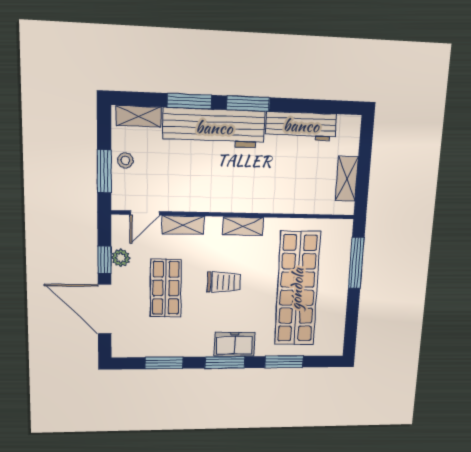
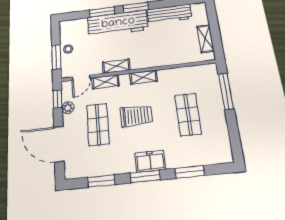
shelving: (139, 116) -> (116, 66), moved
window: (104, 260) -> (58, 99), moved
trolley: (224, 282) -> (136, 116), width x1.36, depth x1.39
shop shelf: (297, 289) -> (188, 114), width x0.50, depth x0.74

